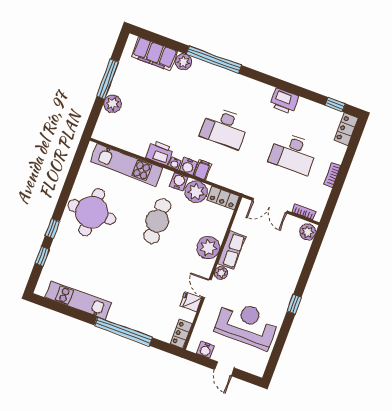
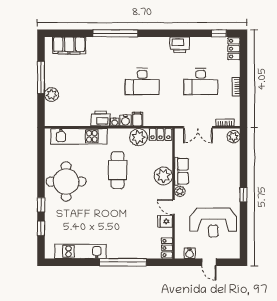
plant: (183, 62) -> (93, 43), removed
water cooler: (179, 182) -> (123, 134), removed
reception desk: (247, 324) -> (213, 223), turned 180

